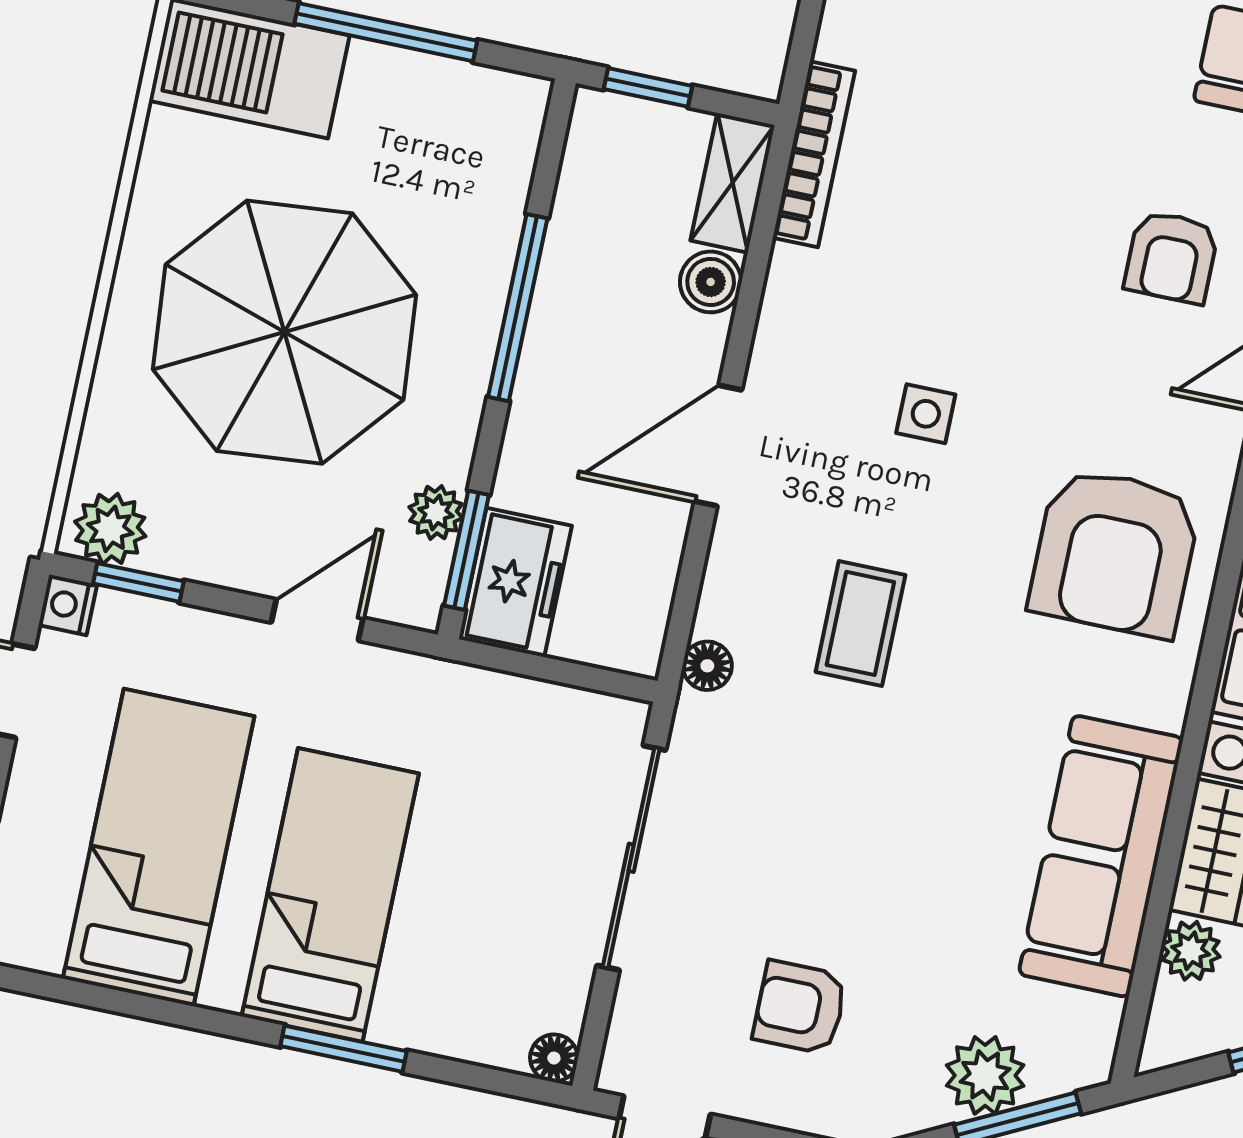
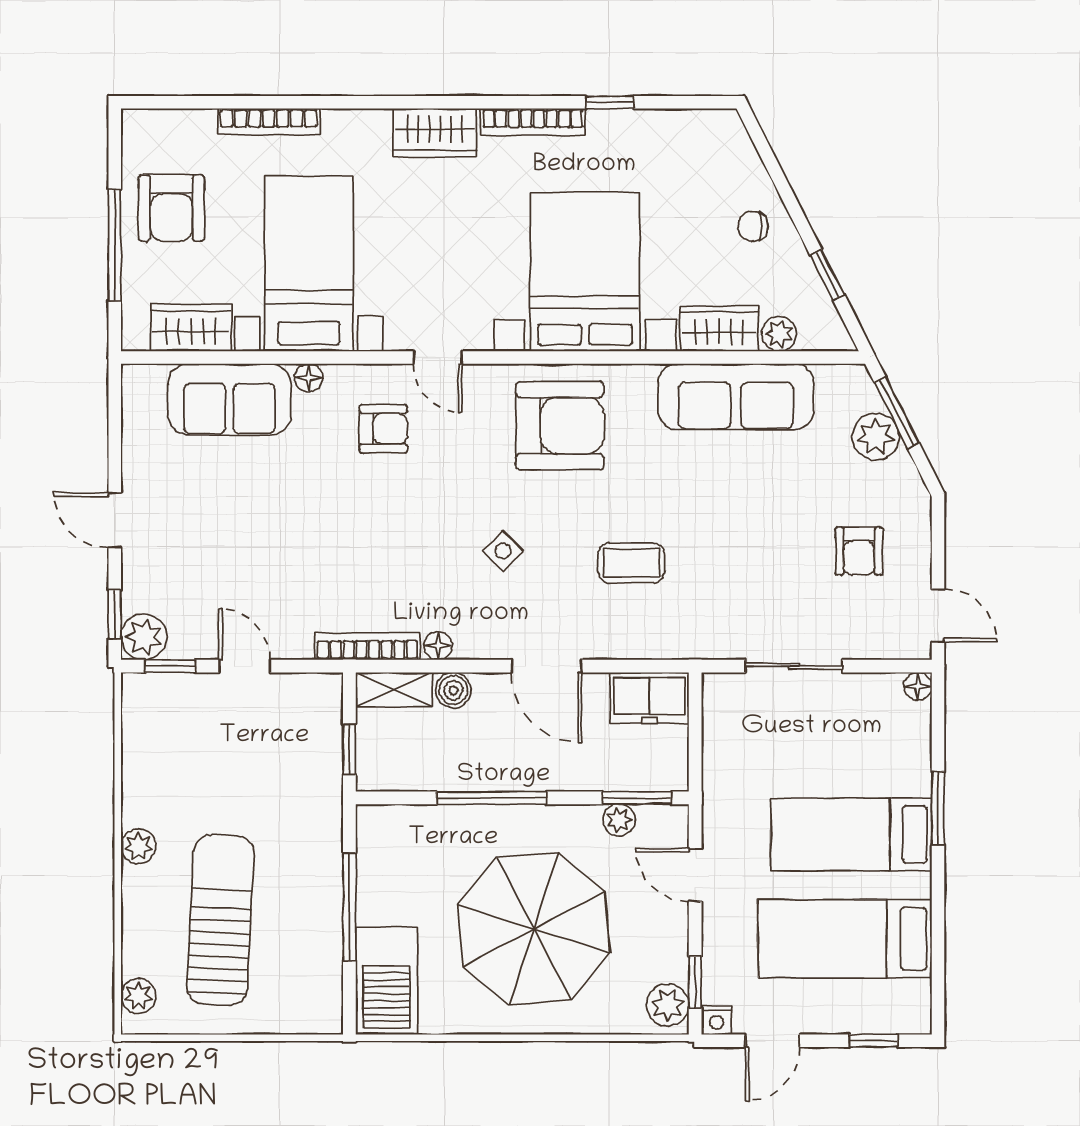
side table: (926, 414) -> (503, 551), turned 45
freezer: (515, 582) -> (650, 698), moved, turned 180
floor lamp: (707, 666) -> (438, 646), moved
sliding door: (631, 858) -> (794, 666), width x0.73

